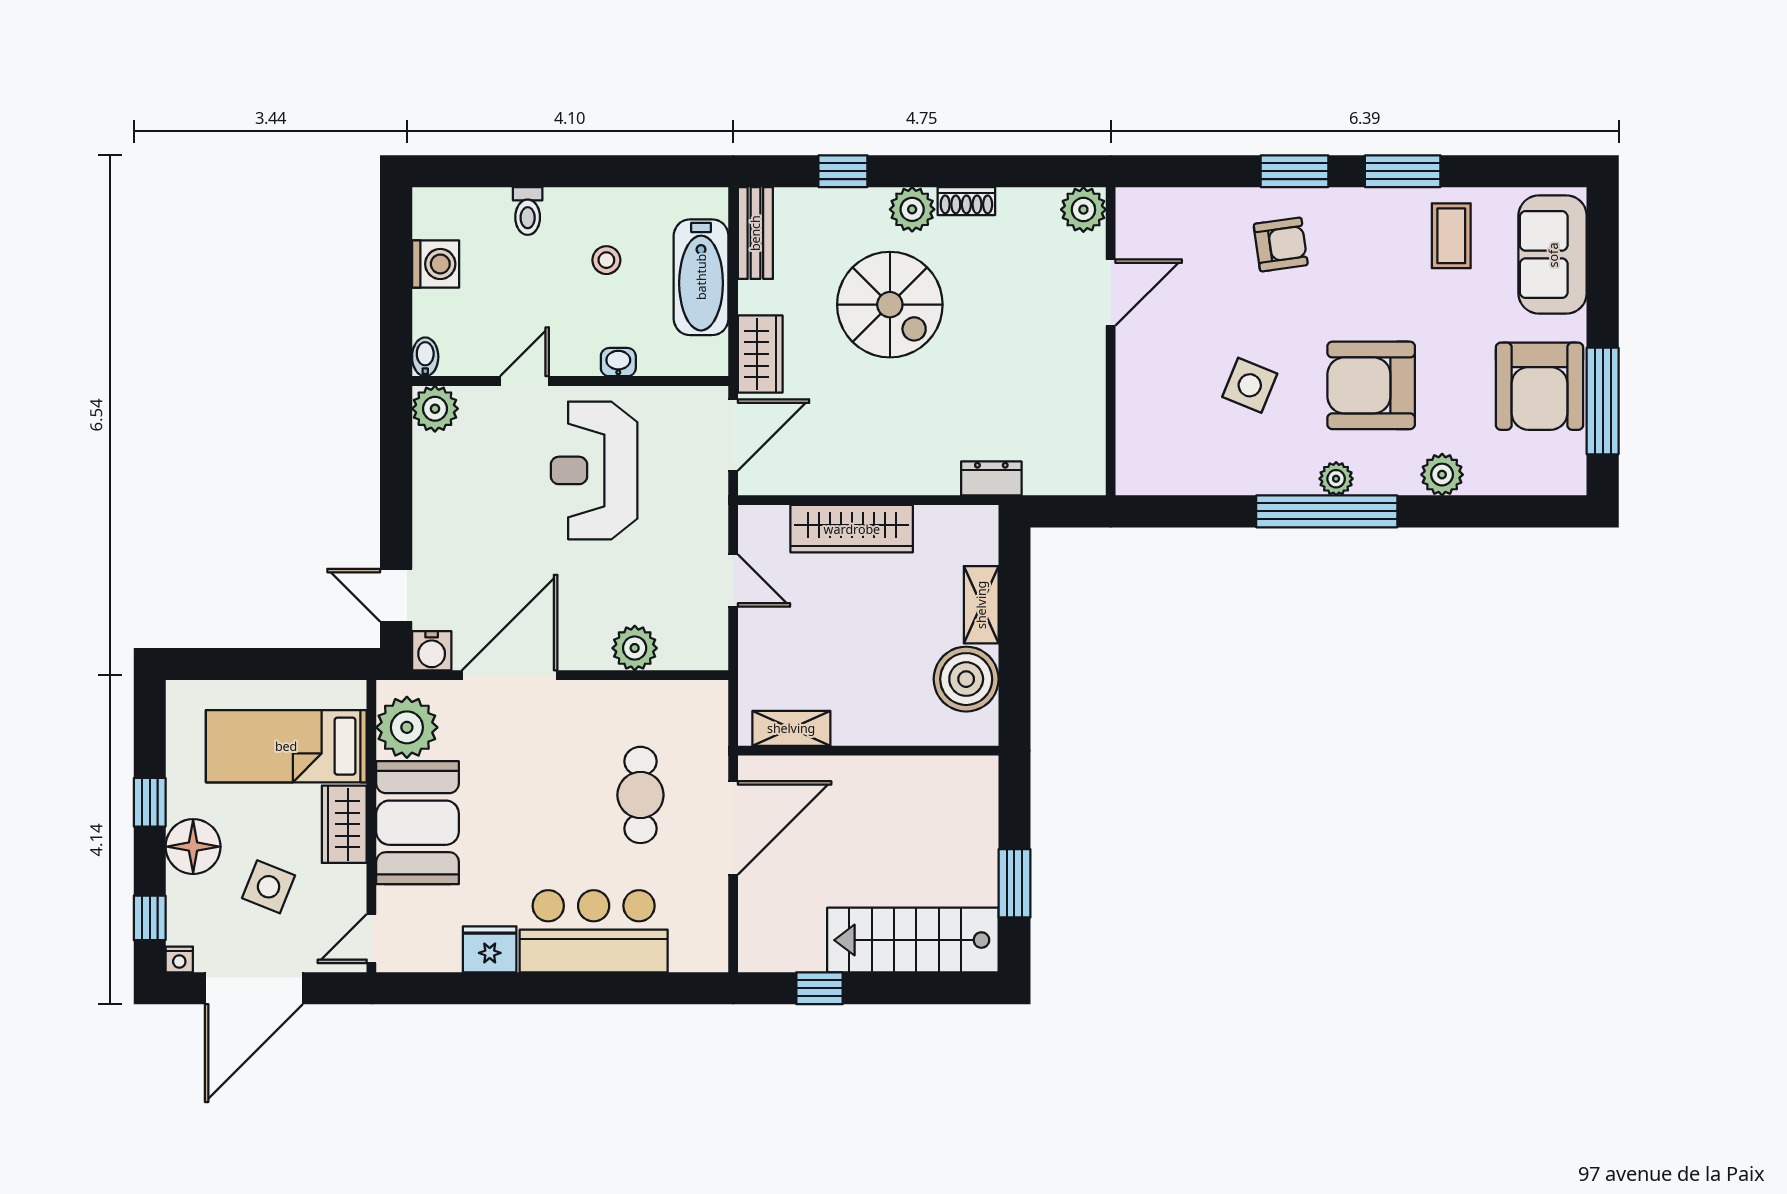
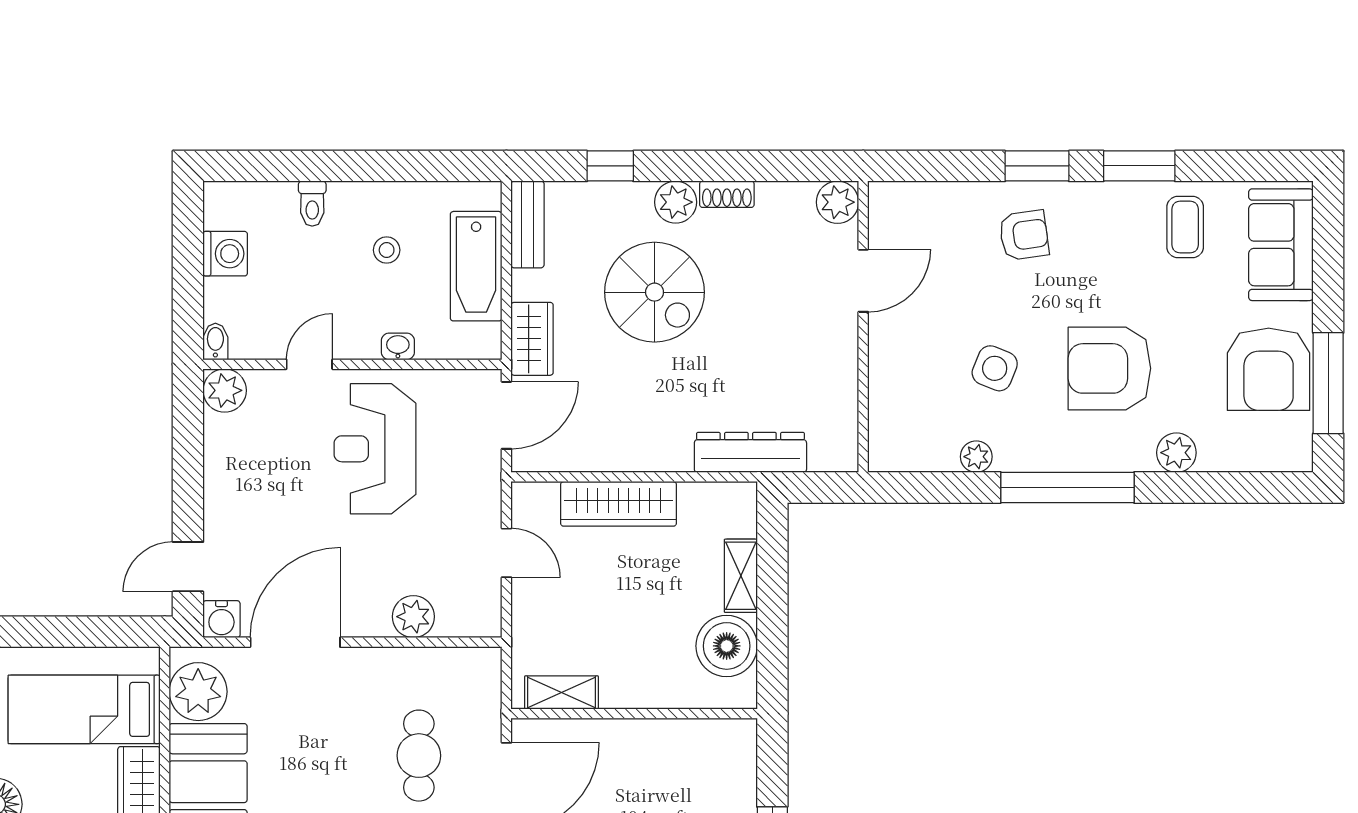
dresser: (991, 478) -> (750, 452), width x1.96, depth x1.24
plant: (1336, 479) -> (976, 457), moved
door: (396, 595) -> (188, 567), hinge flipped

